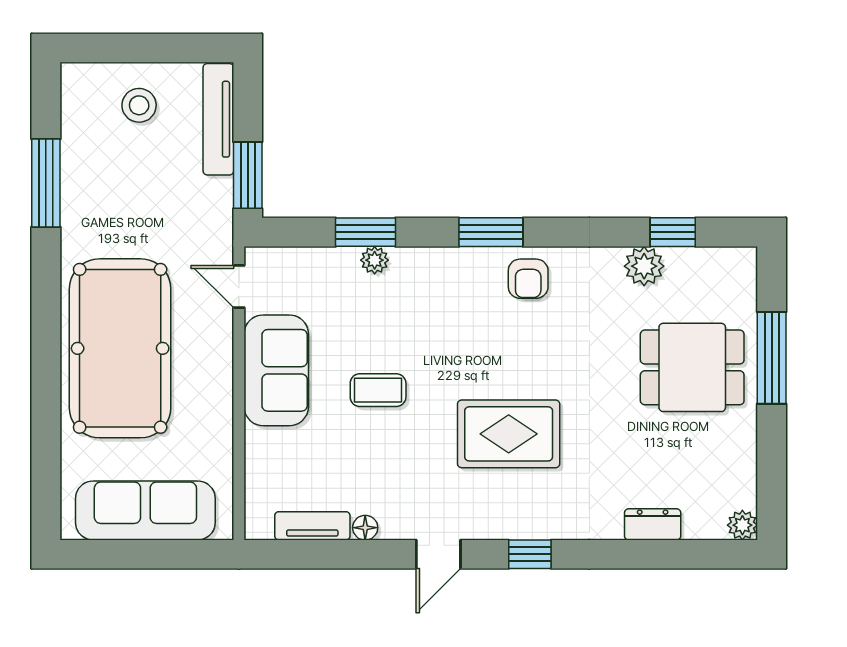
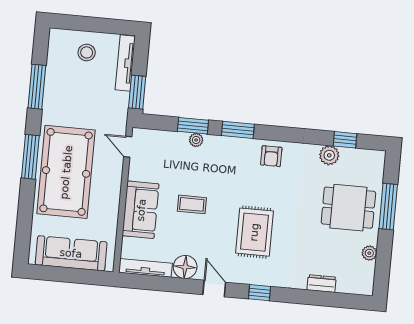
window: (491, 232) -> (238, 130), moved
window: (46, 325) -> (30, 157), added
sofa: (276, 370) -> (141, 210), moved
rug: (509, 434) -> (254, 232), turned 90
plant: (742, 525) -> (369, 253), moved
tv unit: (312, 526) -> (145, 268), width x1.41
floor lamp: (365, 528) -> (185, 267), width x1.89, depth x1.89
door: (438, 554) -> (214, 288), swing flipped

